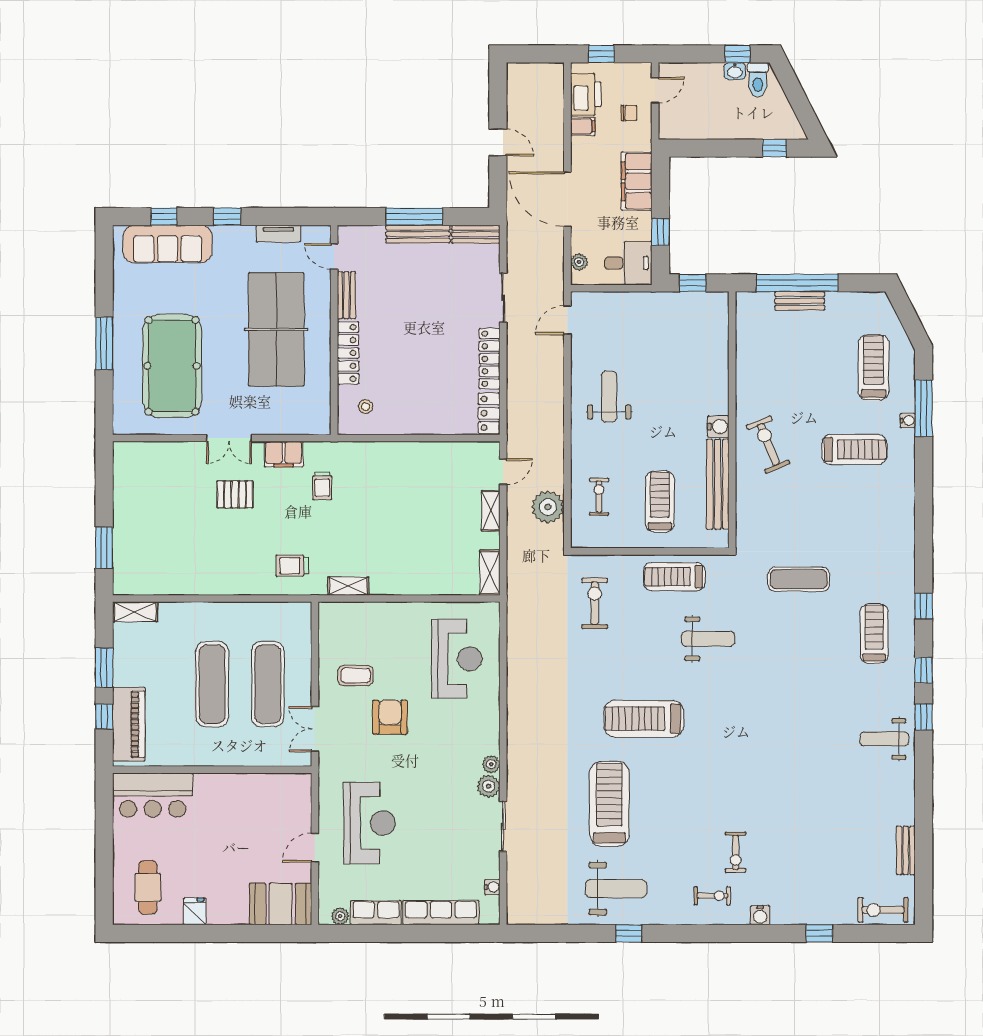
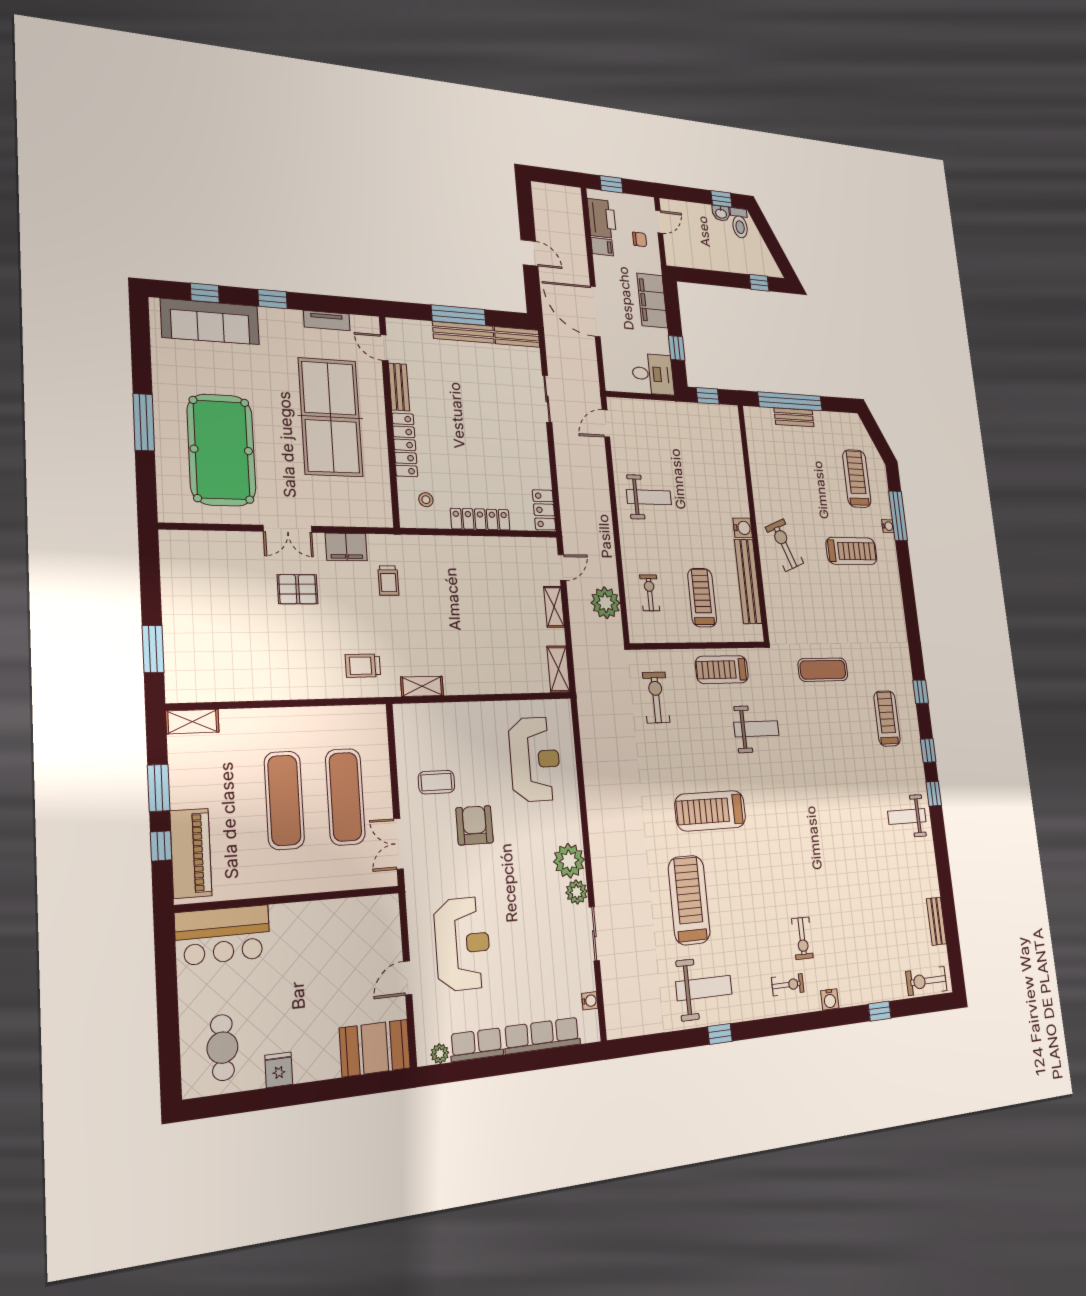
plant: (579, 262) -> (611, 370), removed
locker: (490, 359) -> (480, 519), moved, turned 90
weight bench: (609, 397) -> (649, 497), turned 90
plant: (491, 764) -> (569, 861), width x1.88, depth x1.88

